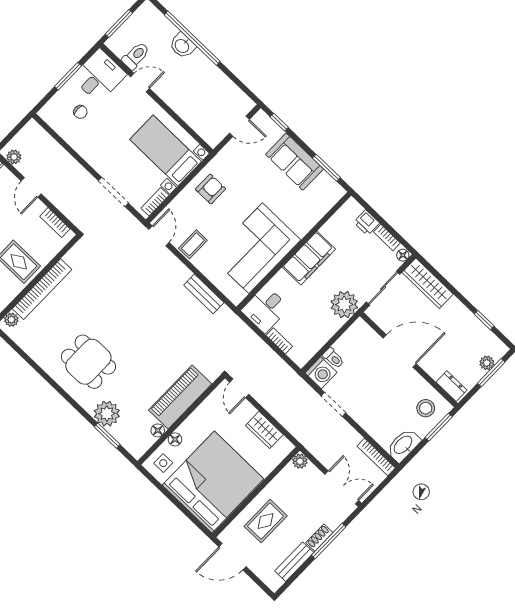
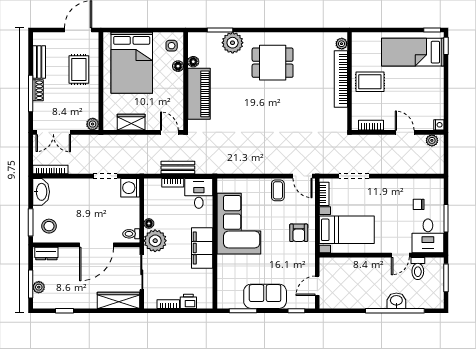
floor lamp: (403, 255) -> (149, 223), moved
bench: (204, 294) -> (178, 168), moved
toilet: (333, 358) -> (131, 234), moved
bed: (213, 482) -> (132, 63), width x0.73

